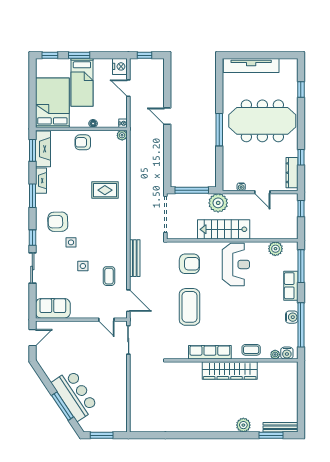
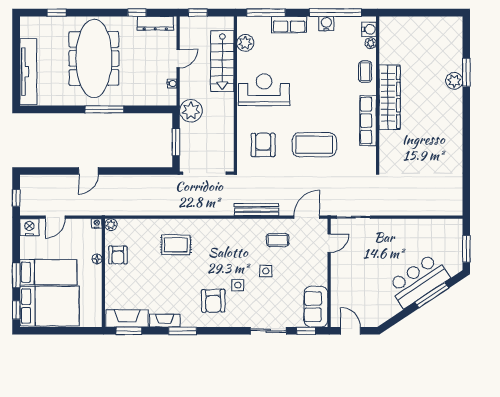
bed: (52, 103) -> (49, 306), moved, turned 180
armchair: (83, 142) -> (118, 255), moved
rug: (105, 190) -> (176, 245), turned 90
window: (192, 190) -> (176, 142), width x0.69
stairs: (224, 229) -> (222, 61), moved
window: (32, 238) -> (306, 331), moved
bench: (280, 427) -> (457, 37), removed
window: (271, 435) -> (466, 72), moved

